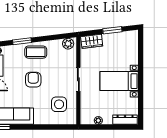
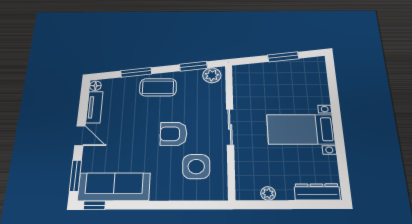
window: (57, 37) -> (193, 66), added
wardrobe: (92, 41) -> (251, 72), removed
armchair: (33, 80) -> (174, 134), moved, turned -90

